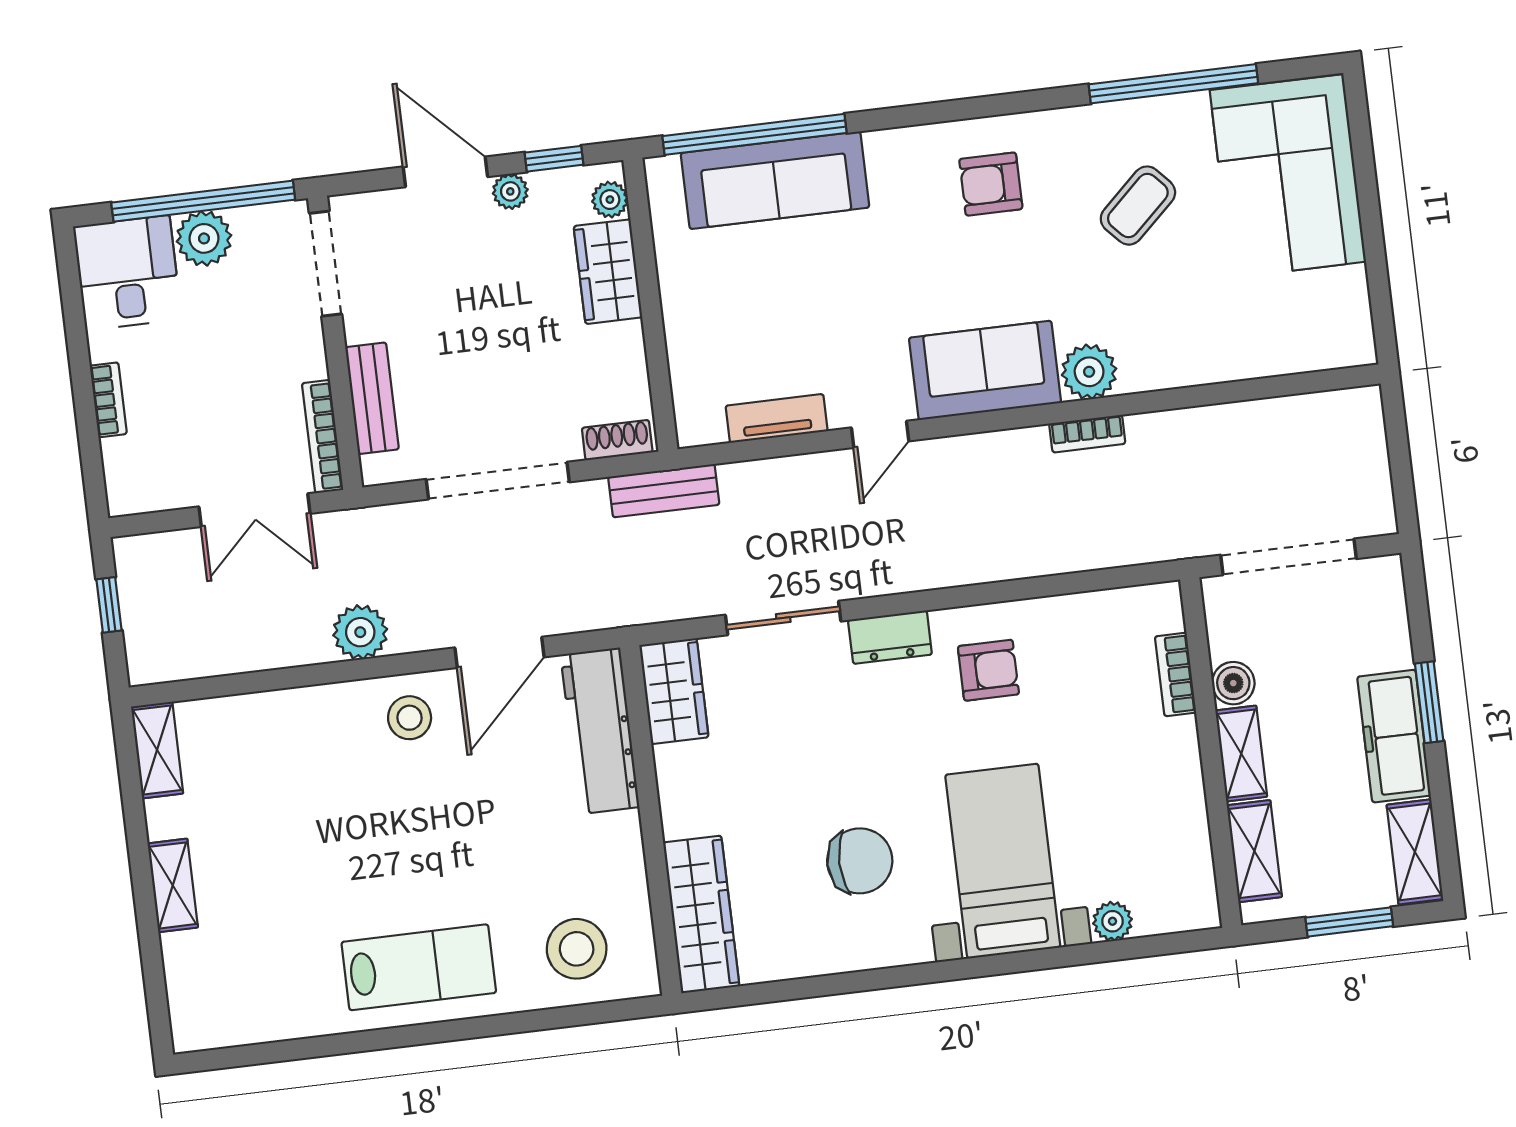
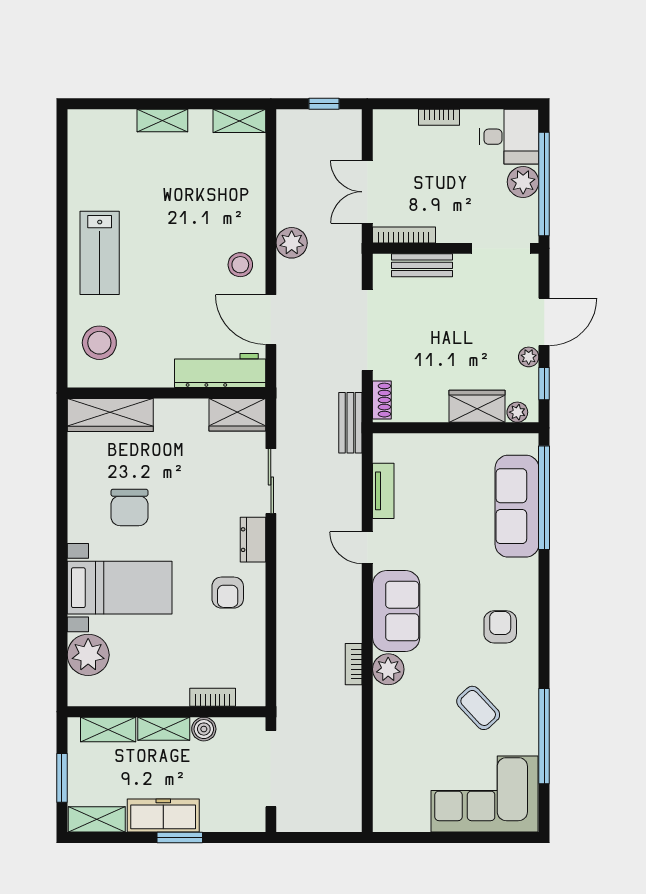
plant: (1113, 921) -> (88, 655), width x1.87, depth x1.87

